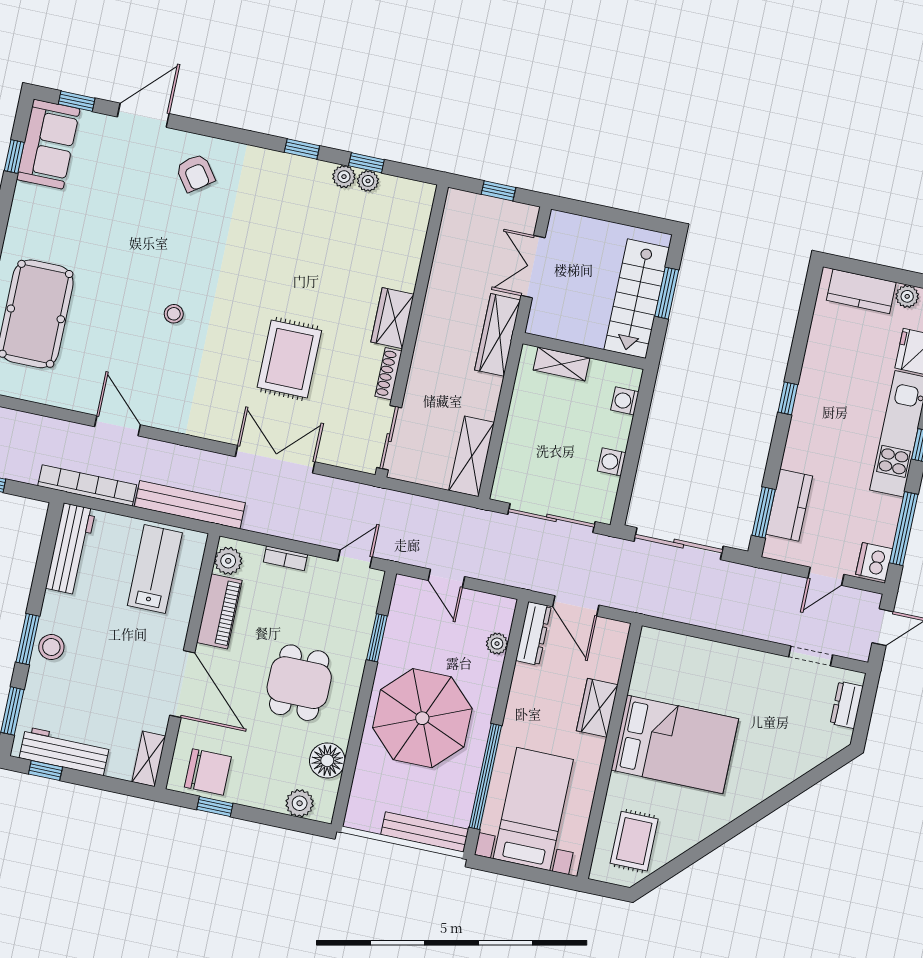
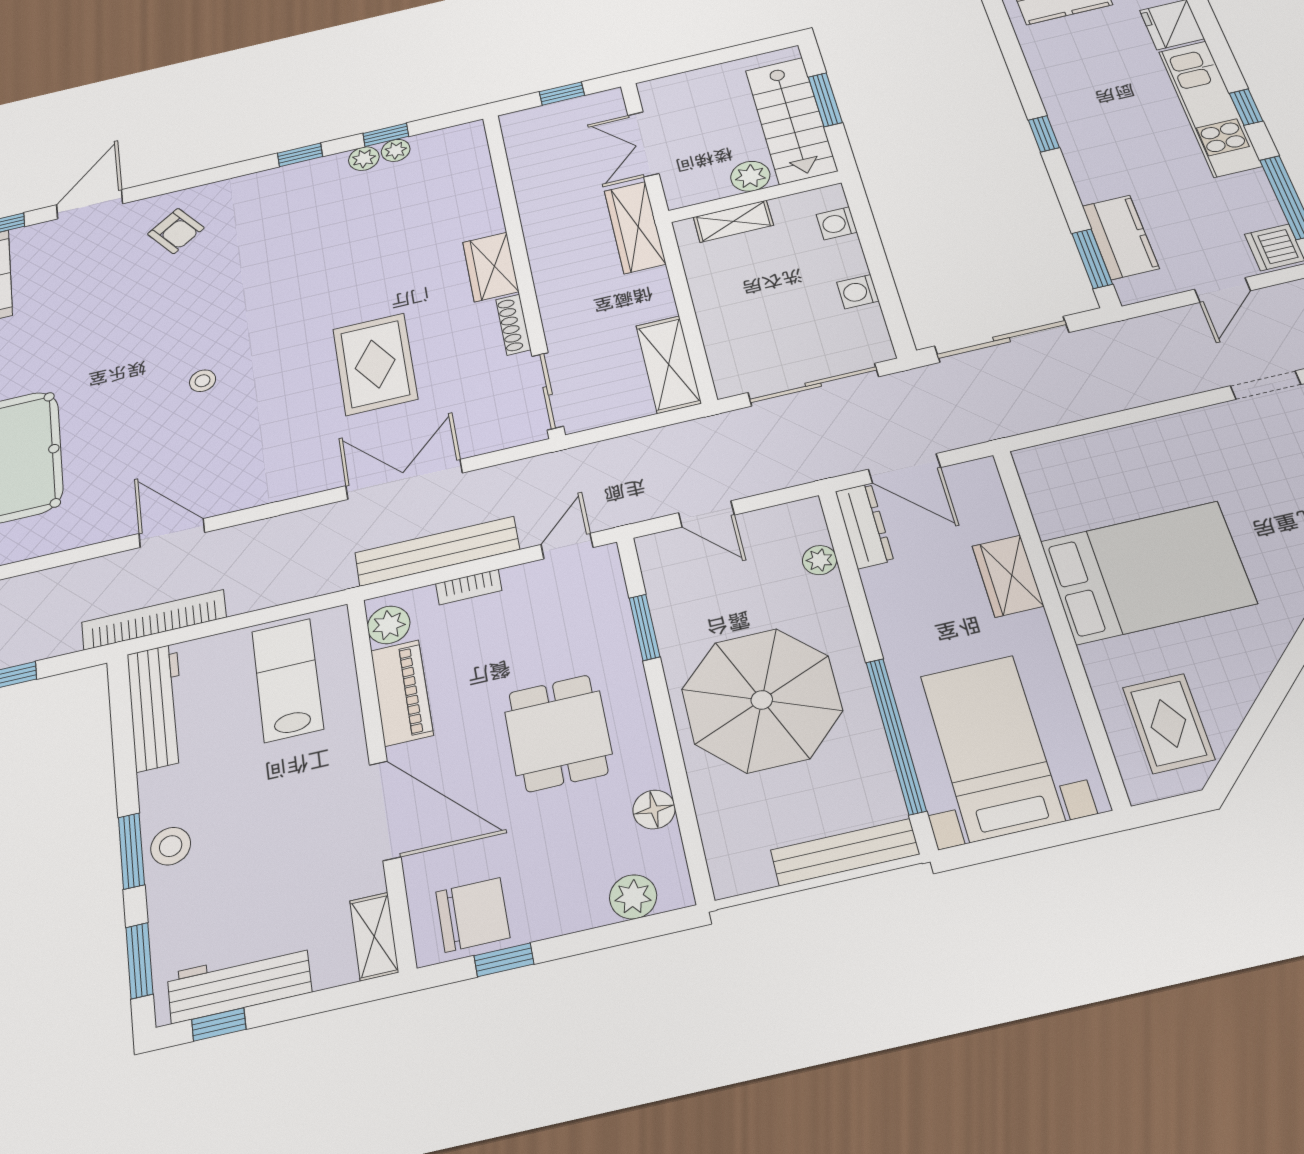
plant: (589, 332) -> (750, 176), added
bench: (190, 505) -> (437, 551), moved
floor lamp: (327, 760) -> (654, 810), width x0.73, depth x0.73

